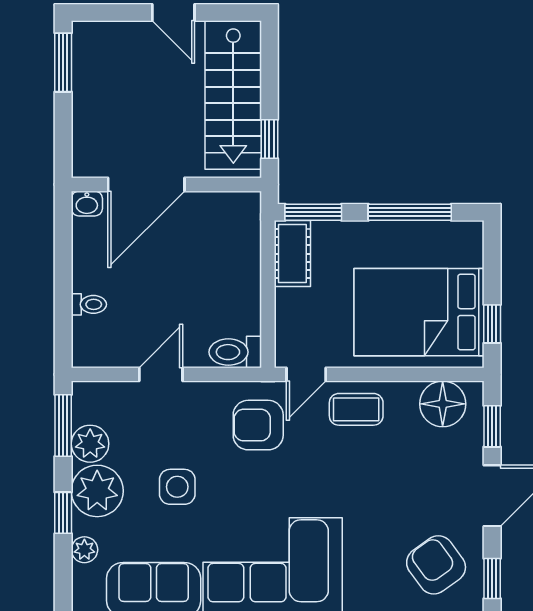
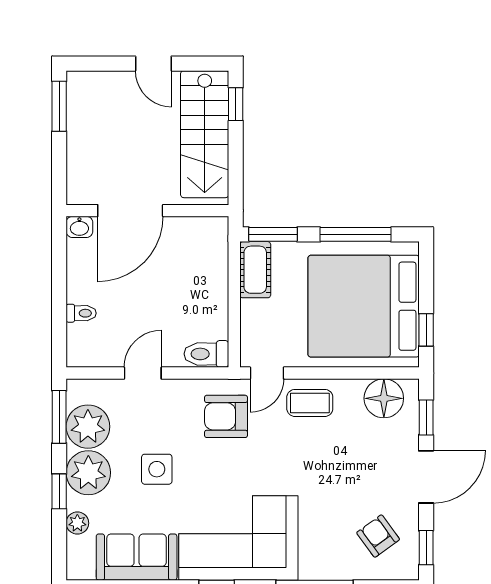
window: (269, 139) -> (236, 104), moved
bed: (419, 312) -> (364, 306), width x1.36
plant: (90, 444) -> (88, 427), width x1.36, depth x1.36
armchair: (436, 565) -> (378, 536), width x0.72, depth x0.72

